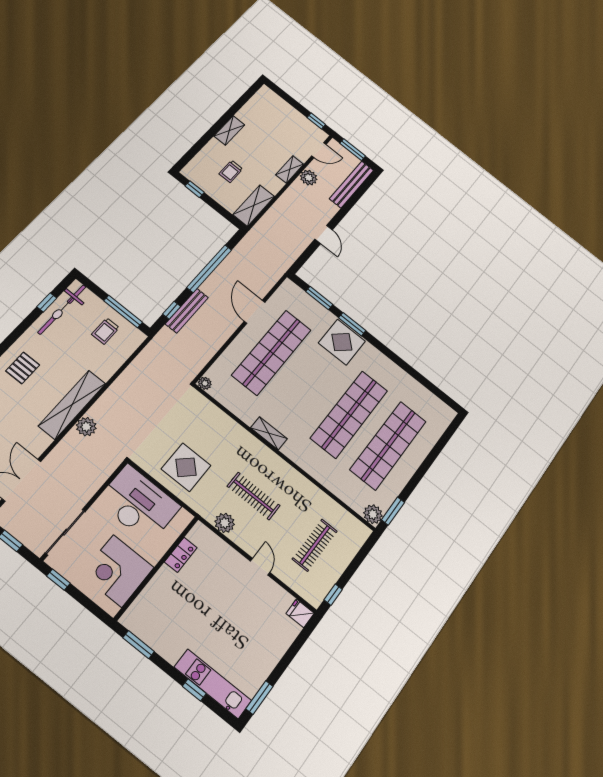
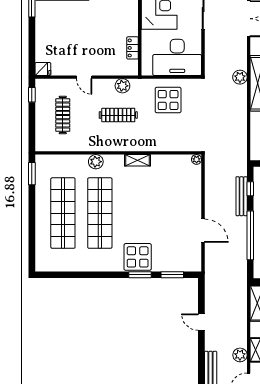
shop shelf: (272, 352) -> (174, 213), removed
plant: (373, 514) -> (96, 162), moved

